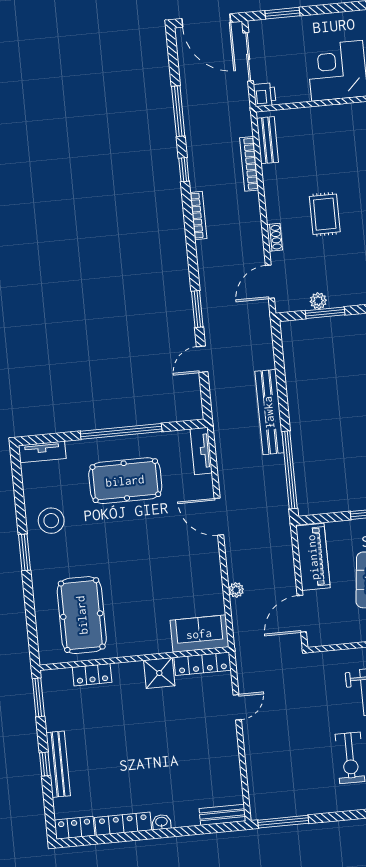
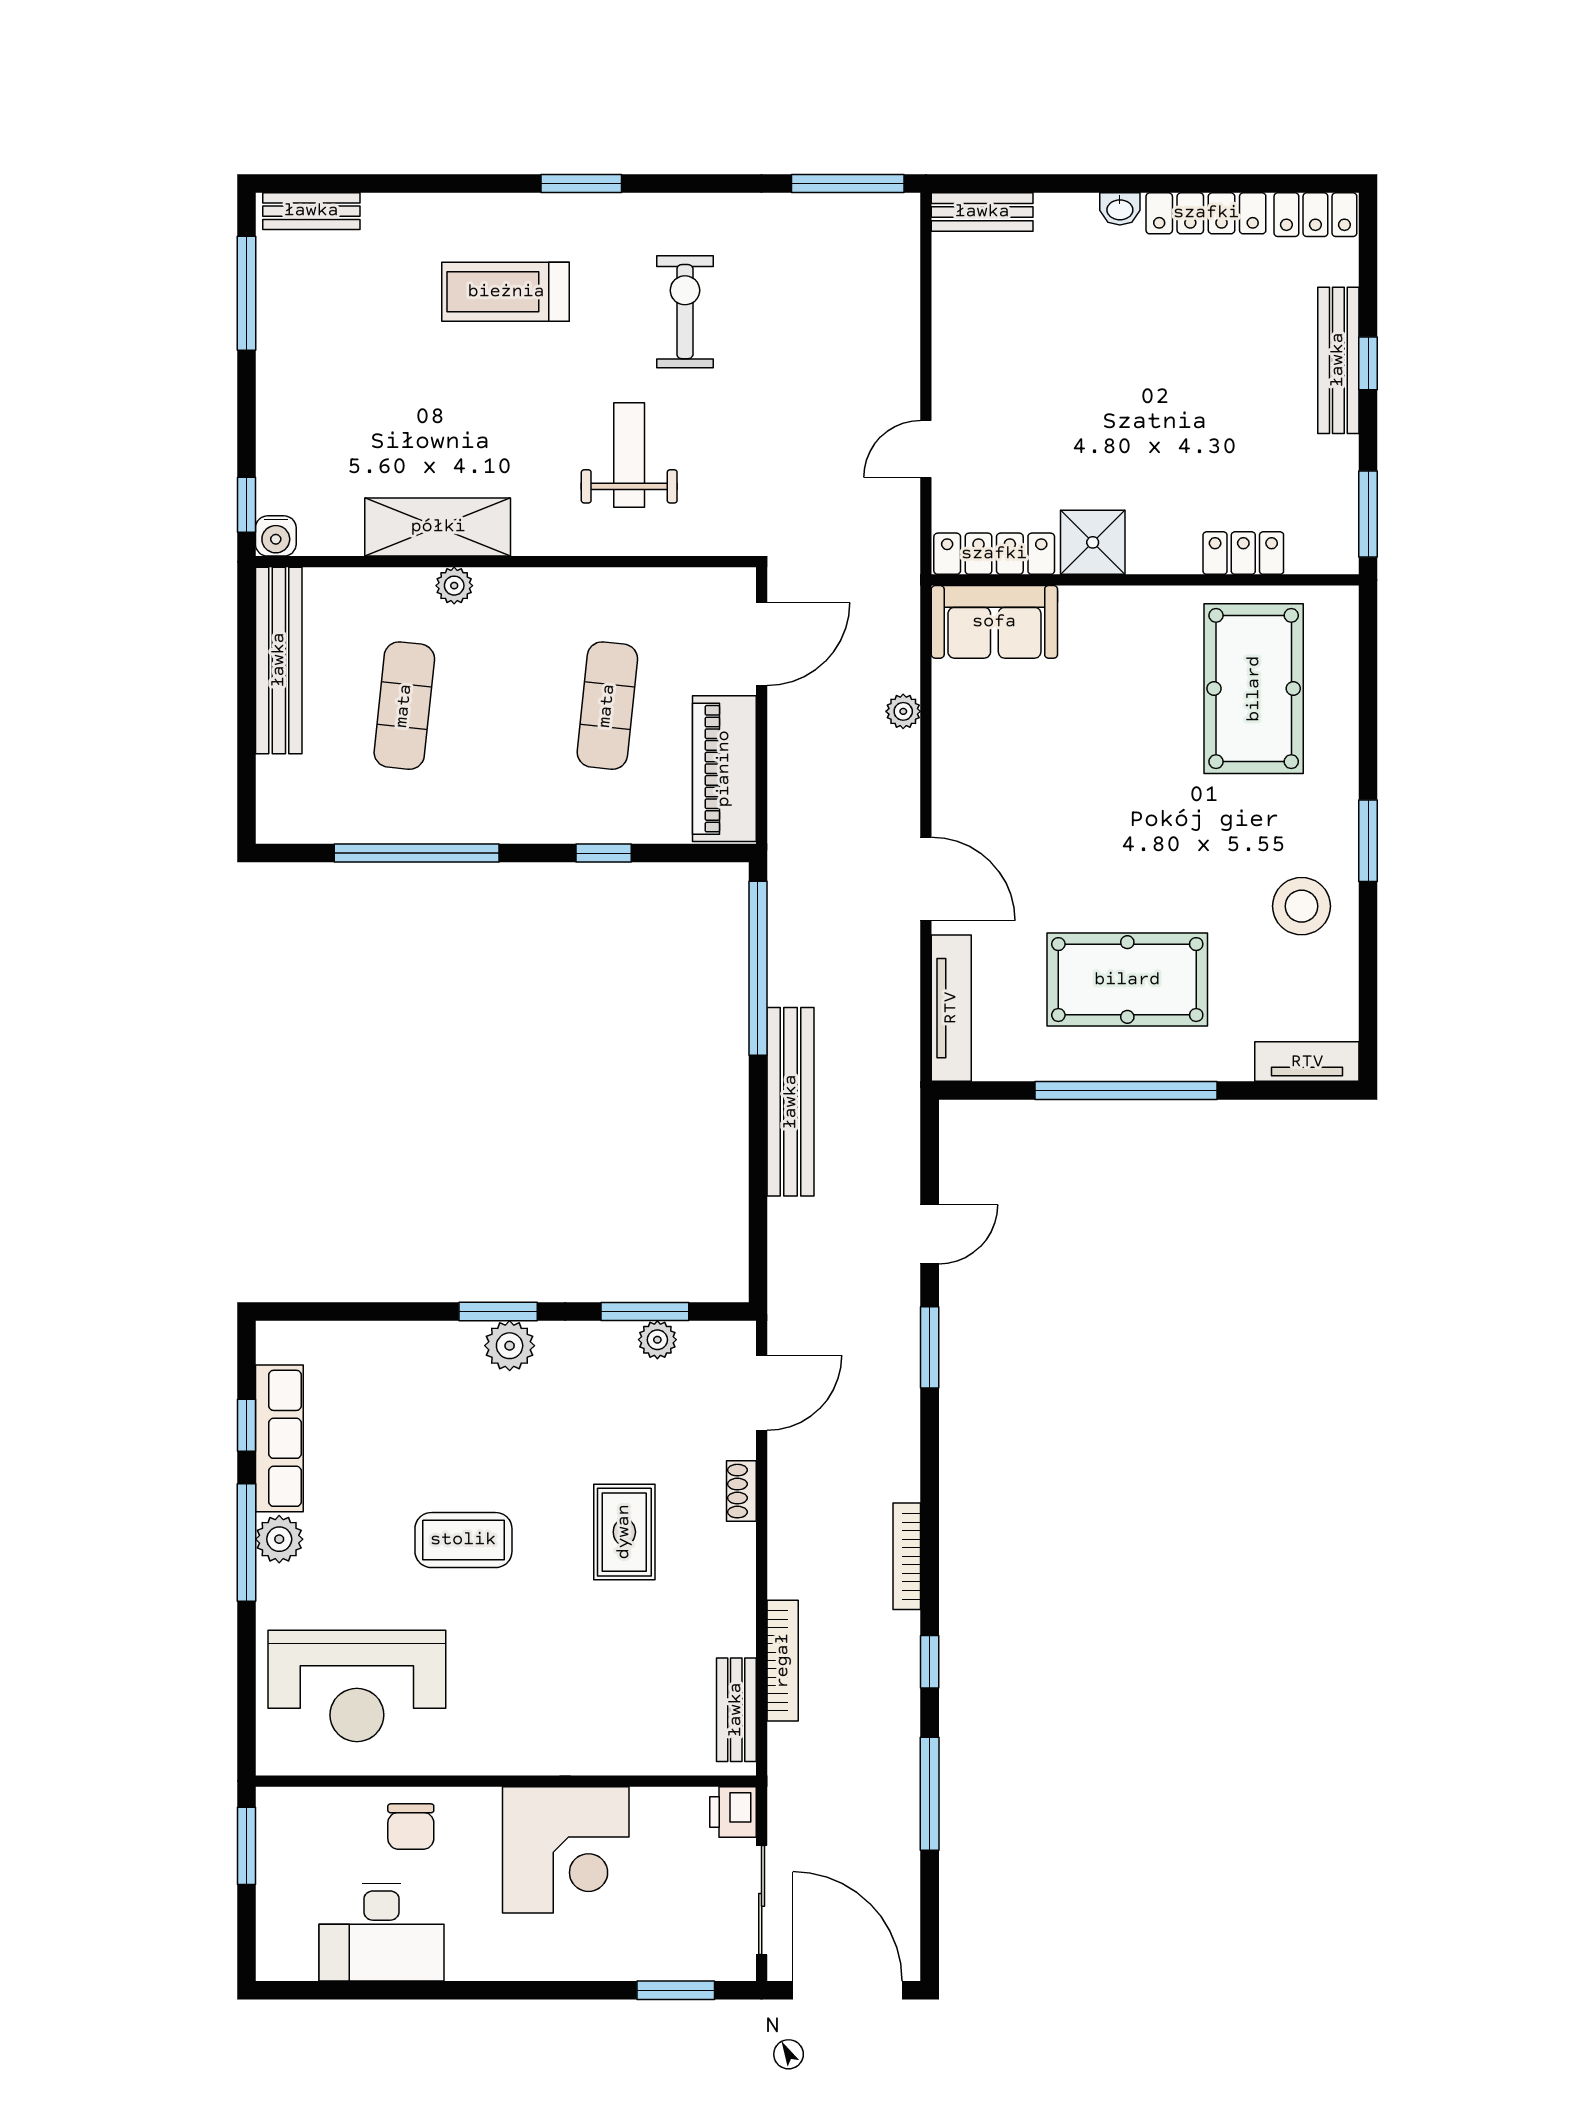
tv unit: (201, 451) -> (951, 1008), width x1.41

